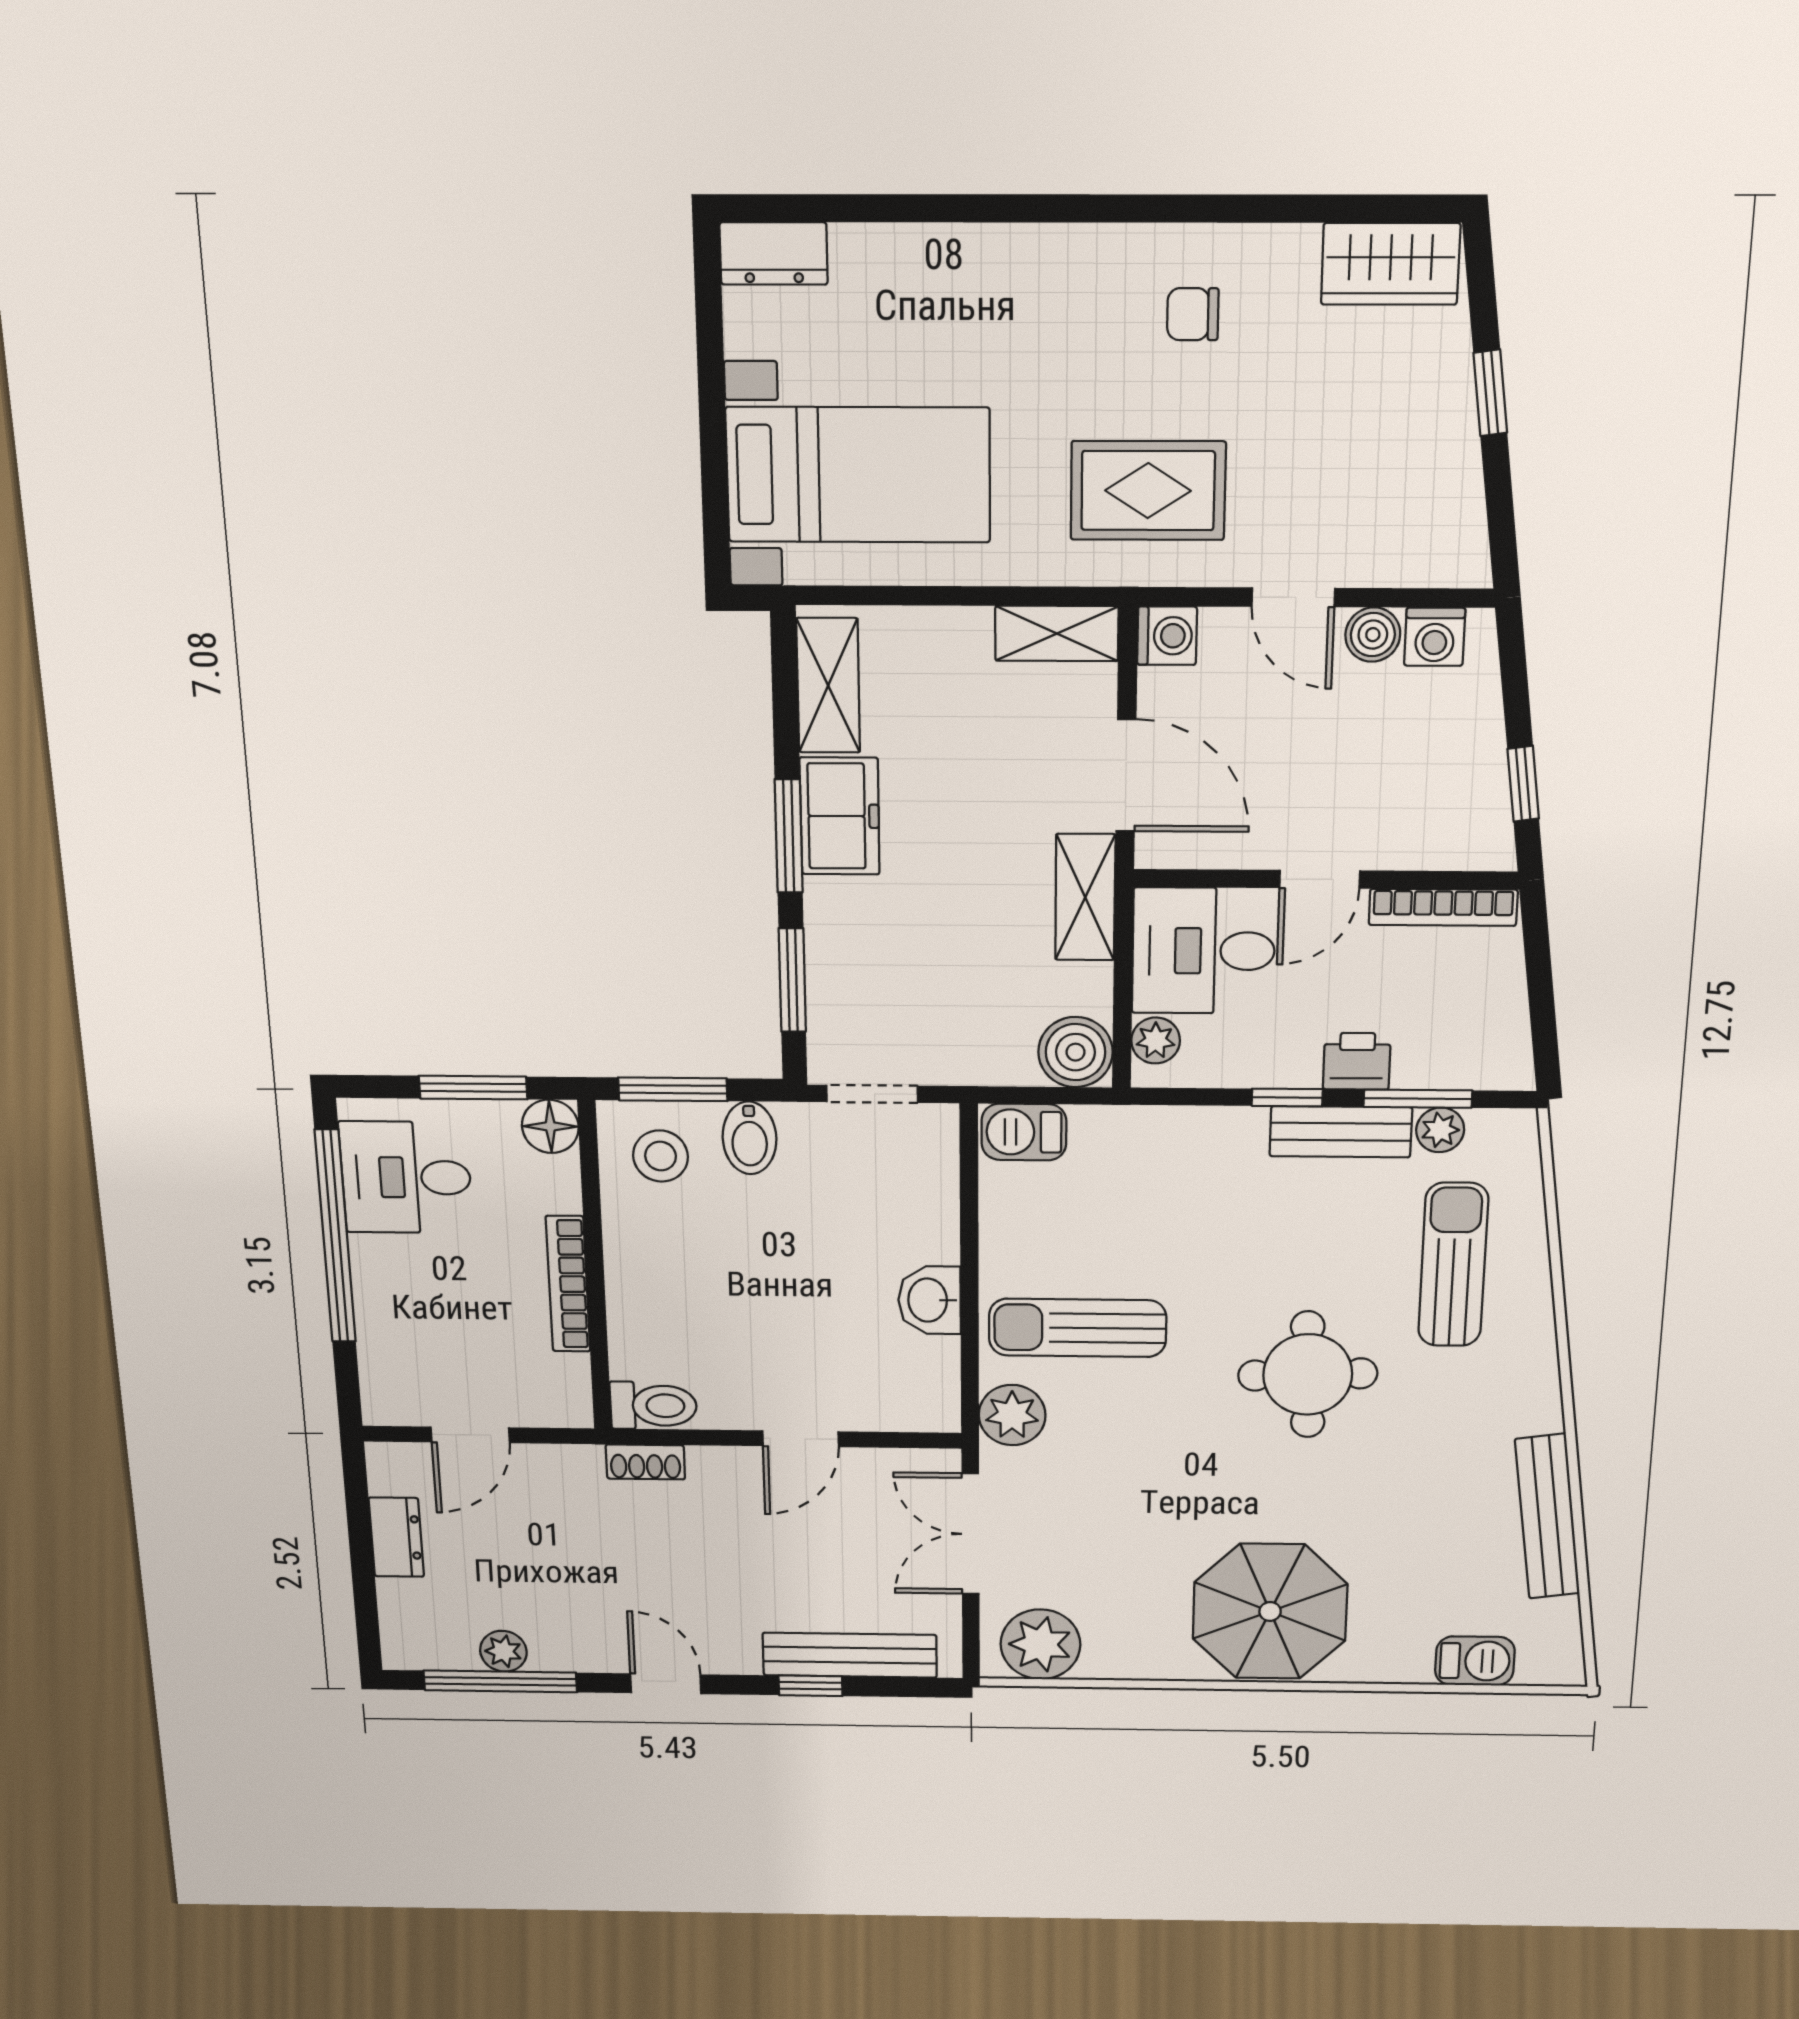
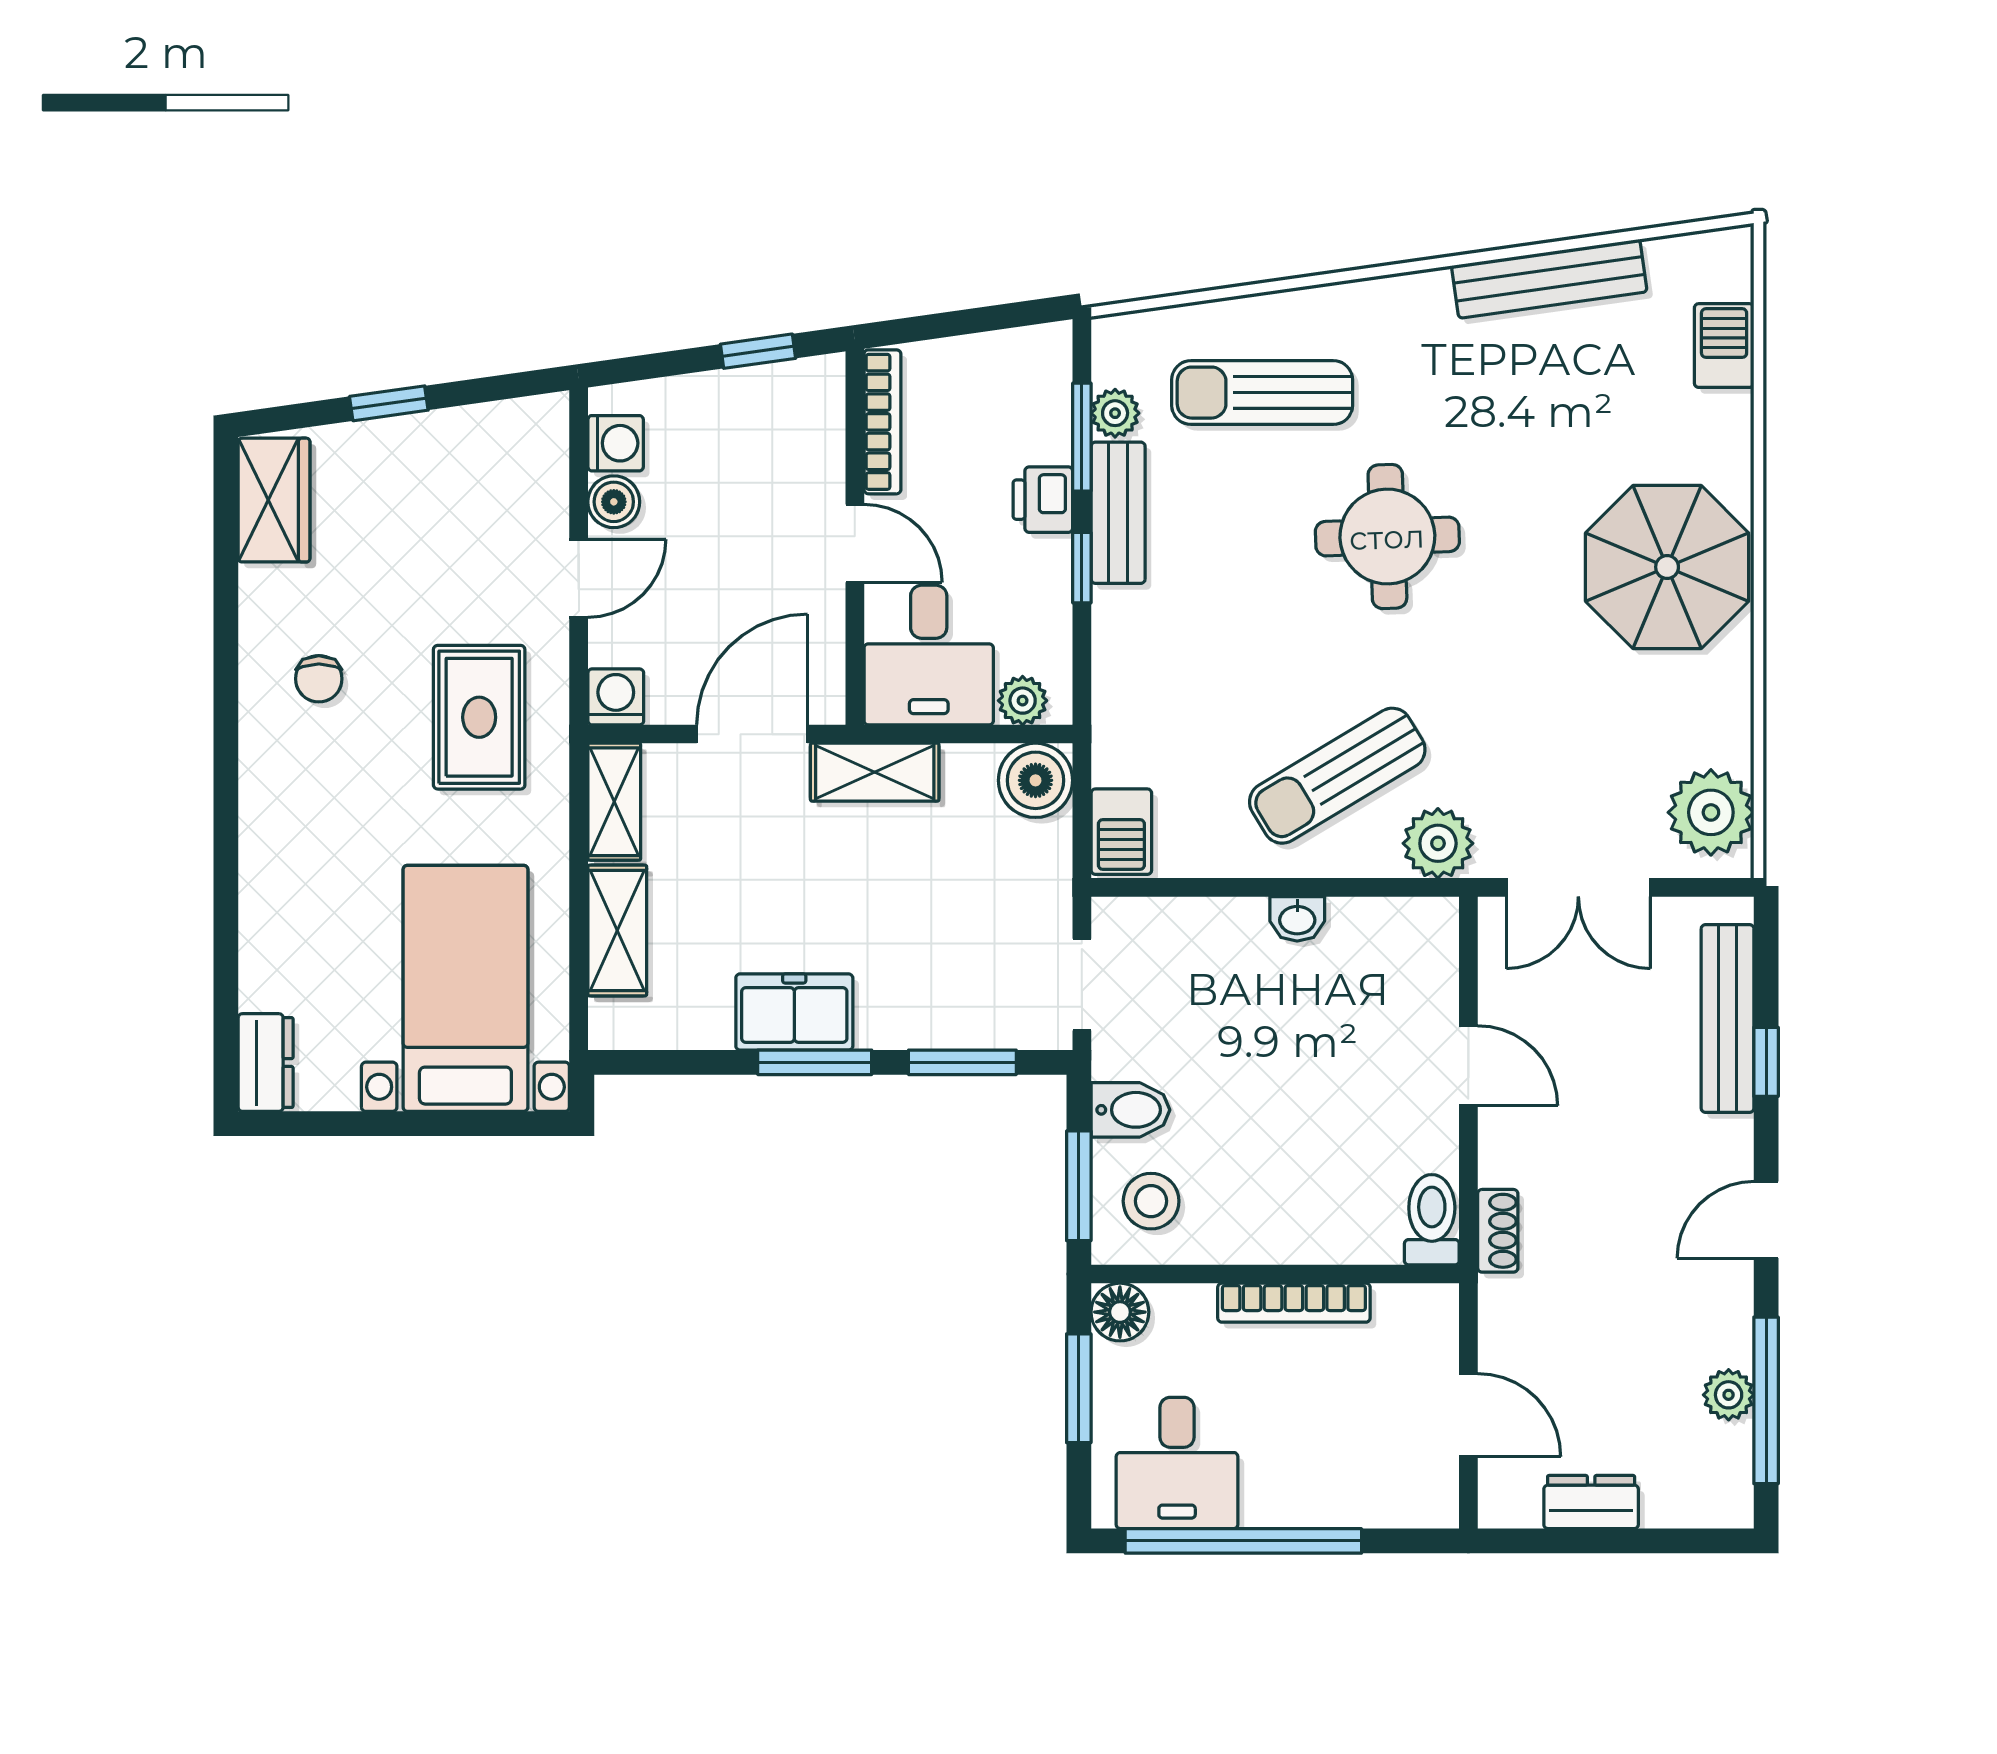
shelving: (828, 686) -> (617, 931), moved, turned 90
washbasin: (929, 1300) -> (1297, 919), width x0.72, depth x0.69
sun lounger: (1078, 1328) -> (1337, 776), turned 59

